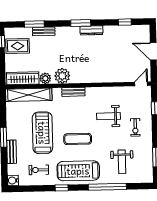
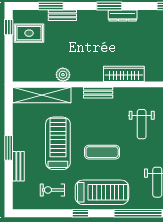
plant: (62, 76) -> (85, 72), removed
wardrobe: (23, 78) -> (124, 74), moved
weight bench: (109, 116) -> (142, 124), turned -90
treadmill: (78, 171) -> (102, 192), turned 180
water cooler: (13, 181) -> (19, 203), removed

